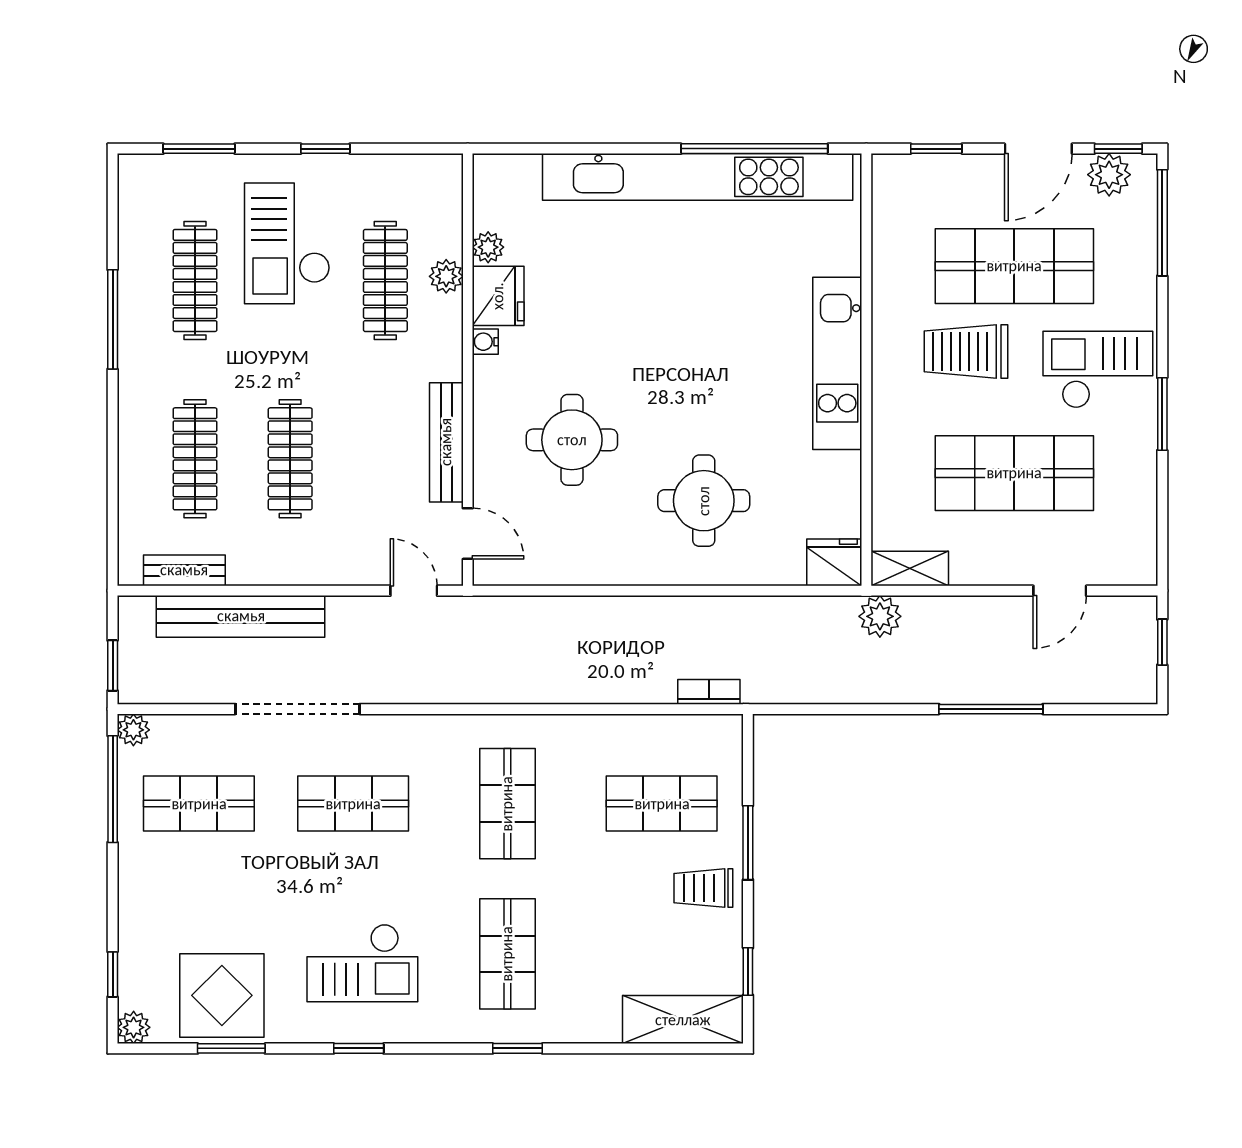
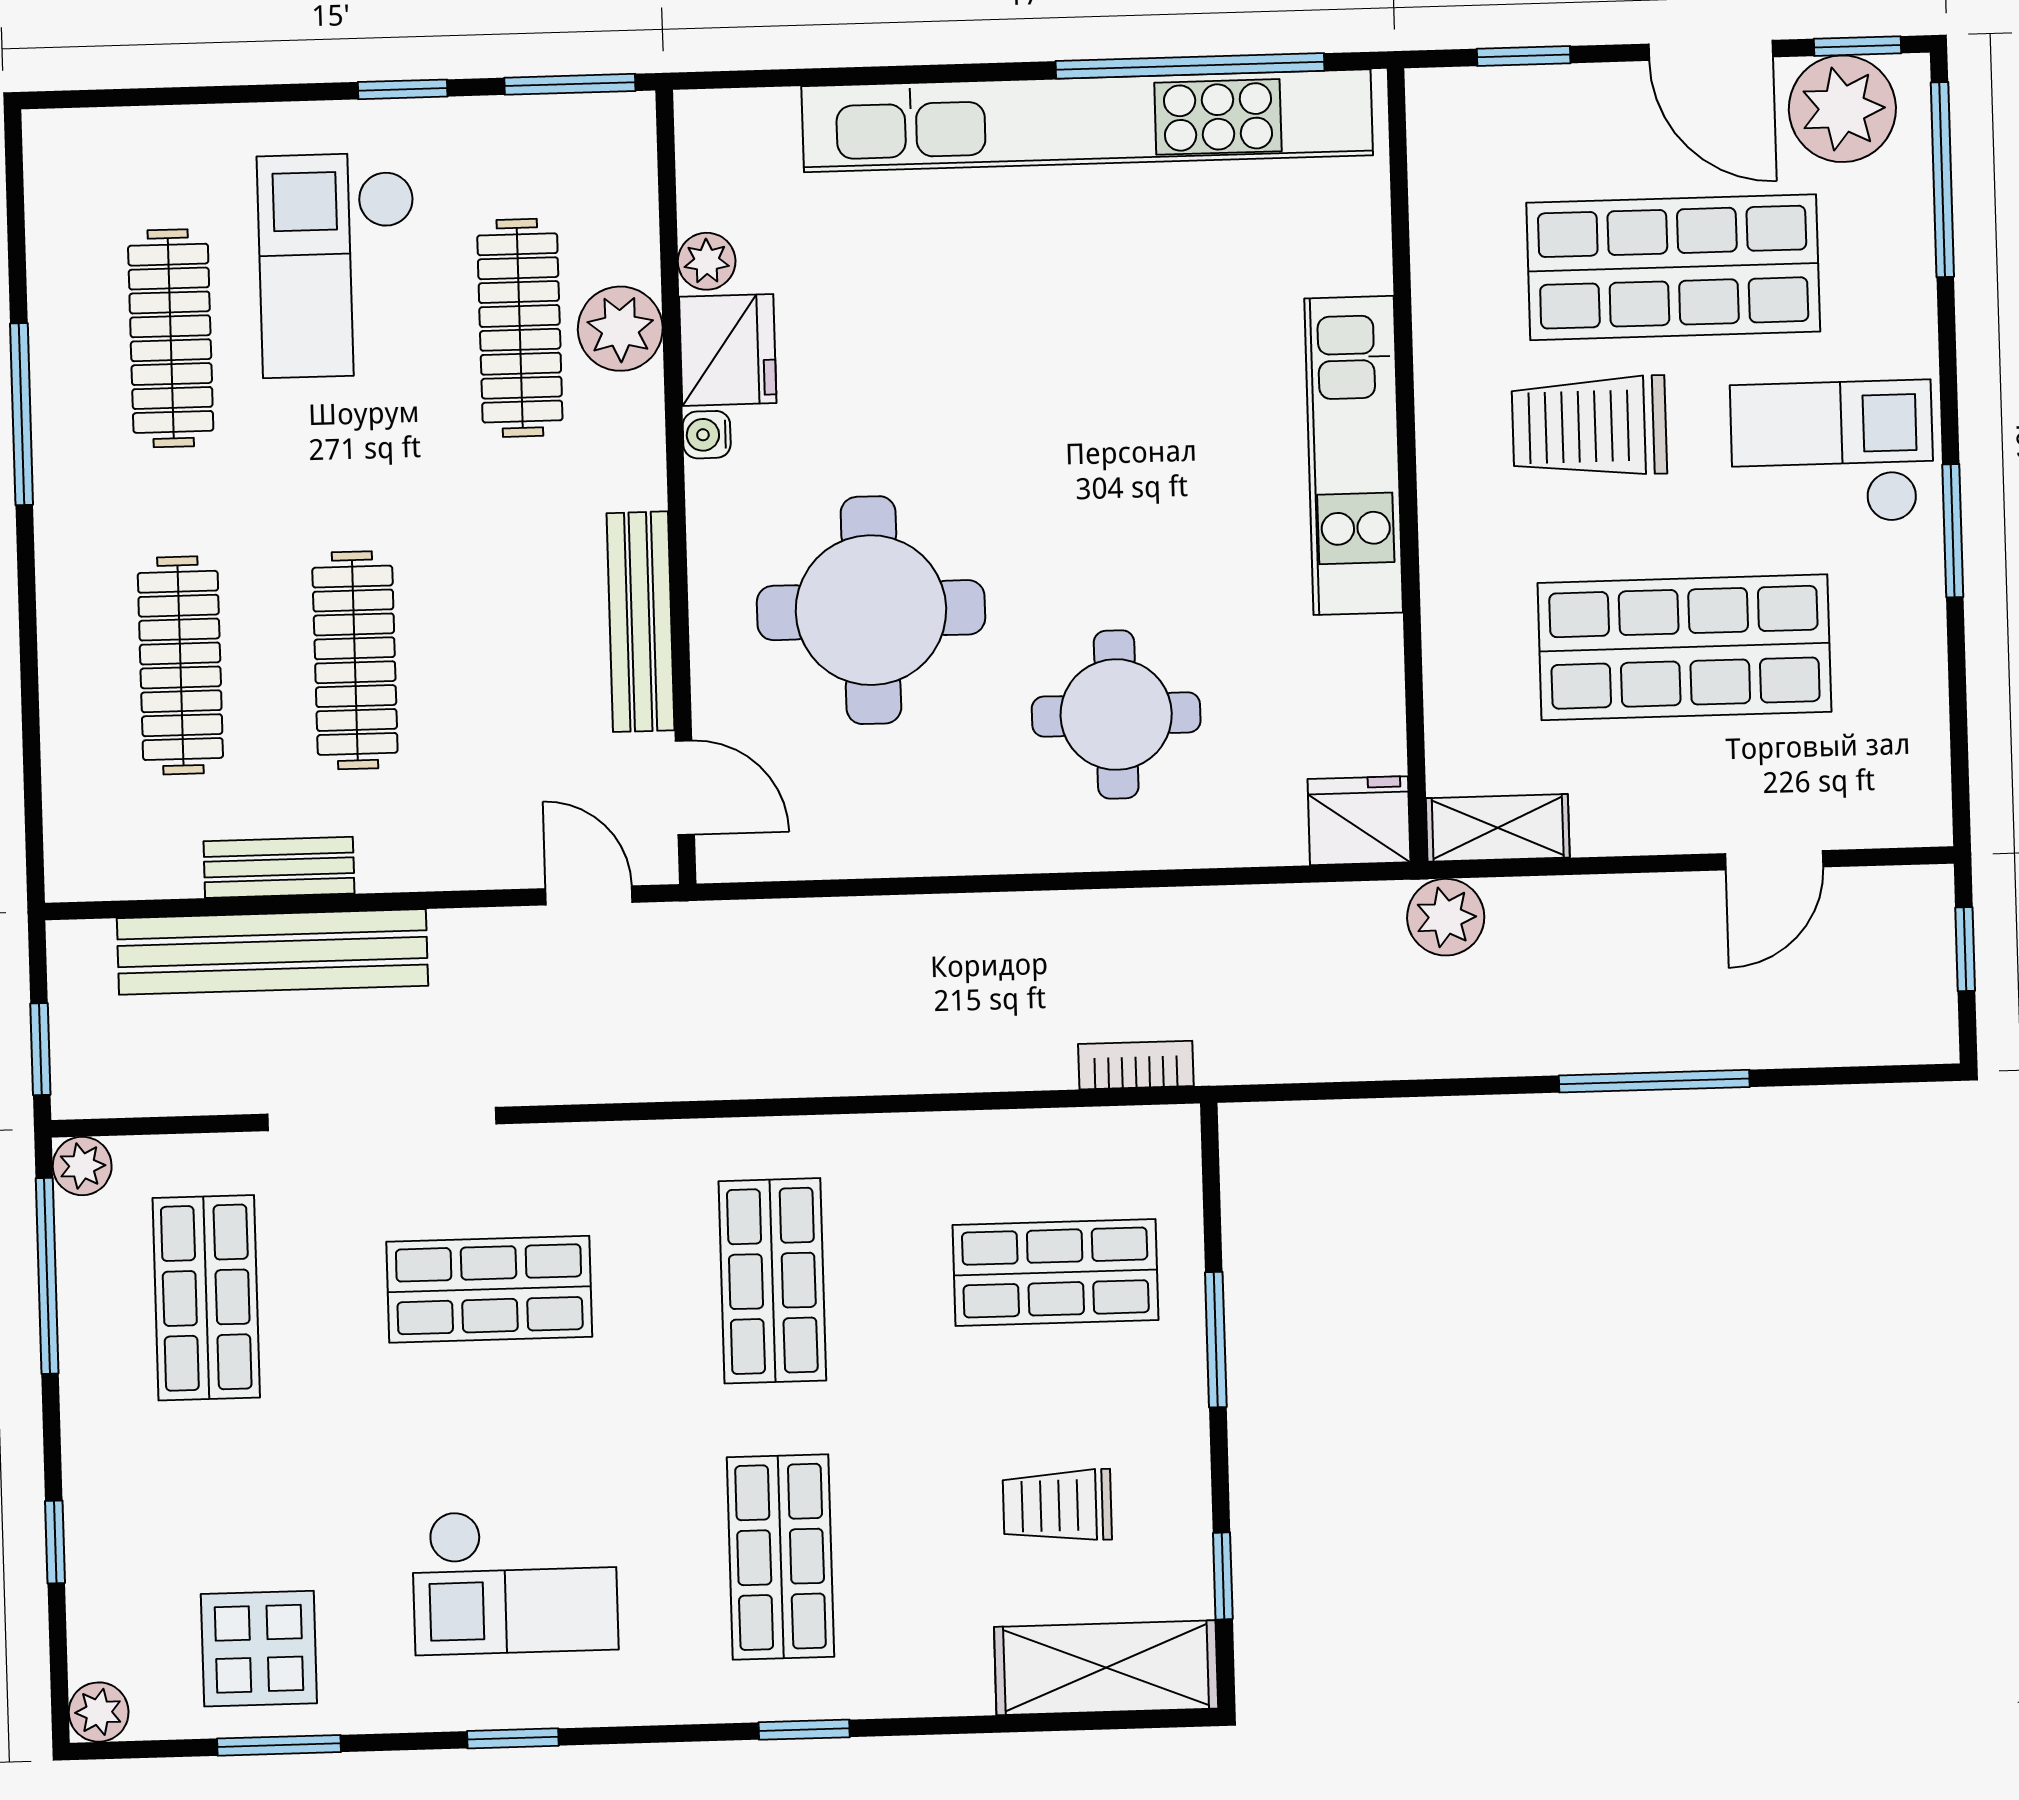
window: (199, 149) -> (570, 84), moved
door: (1038, 149) -> (1711, 50), hinge flipped
plant: (1109, 175) -> (1842, 109), width x1.36, depth x1.36
plant: (446, 276) -> (620, 329), width x1.38, depth x1.38
round table: (572, 440) -> (871, 610), width x1.36, depth x1.36
bench: (184, 570) -> (279, 867), moved
shop shelf: (199, 804) -> (206, 1298), turned 90
trolley: (703, 888) -> (1057, 1506), moved
window: (113, 974) -> (55, 1542), moved
display table: (222, 995) -> (259, 1649), width x0.73, depth x0.73

